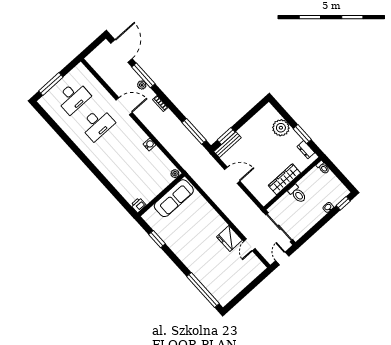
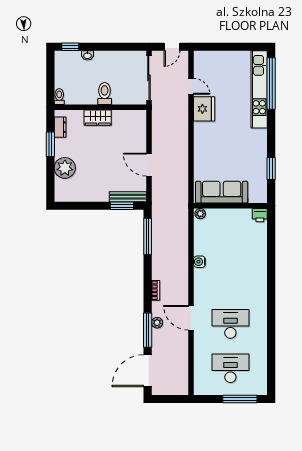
wardrobe: (284, 179) -> (98, 118), width x0.67
door: (249, 245) -> (191, 86), hinge flipped
kitchen unit: (207, 280) -> (259, 89), added

